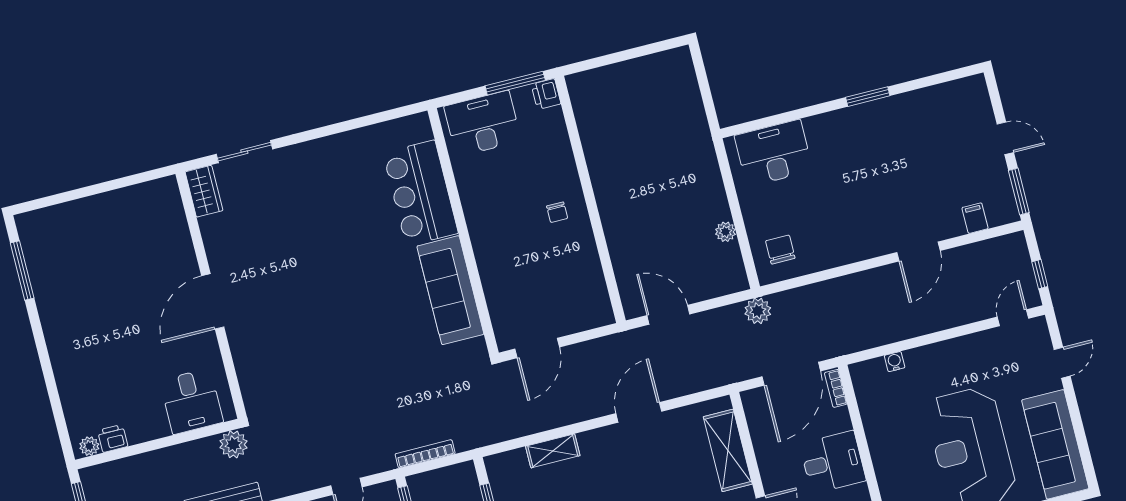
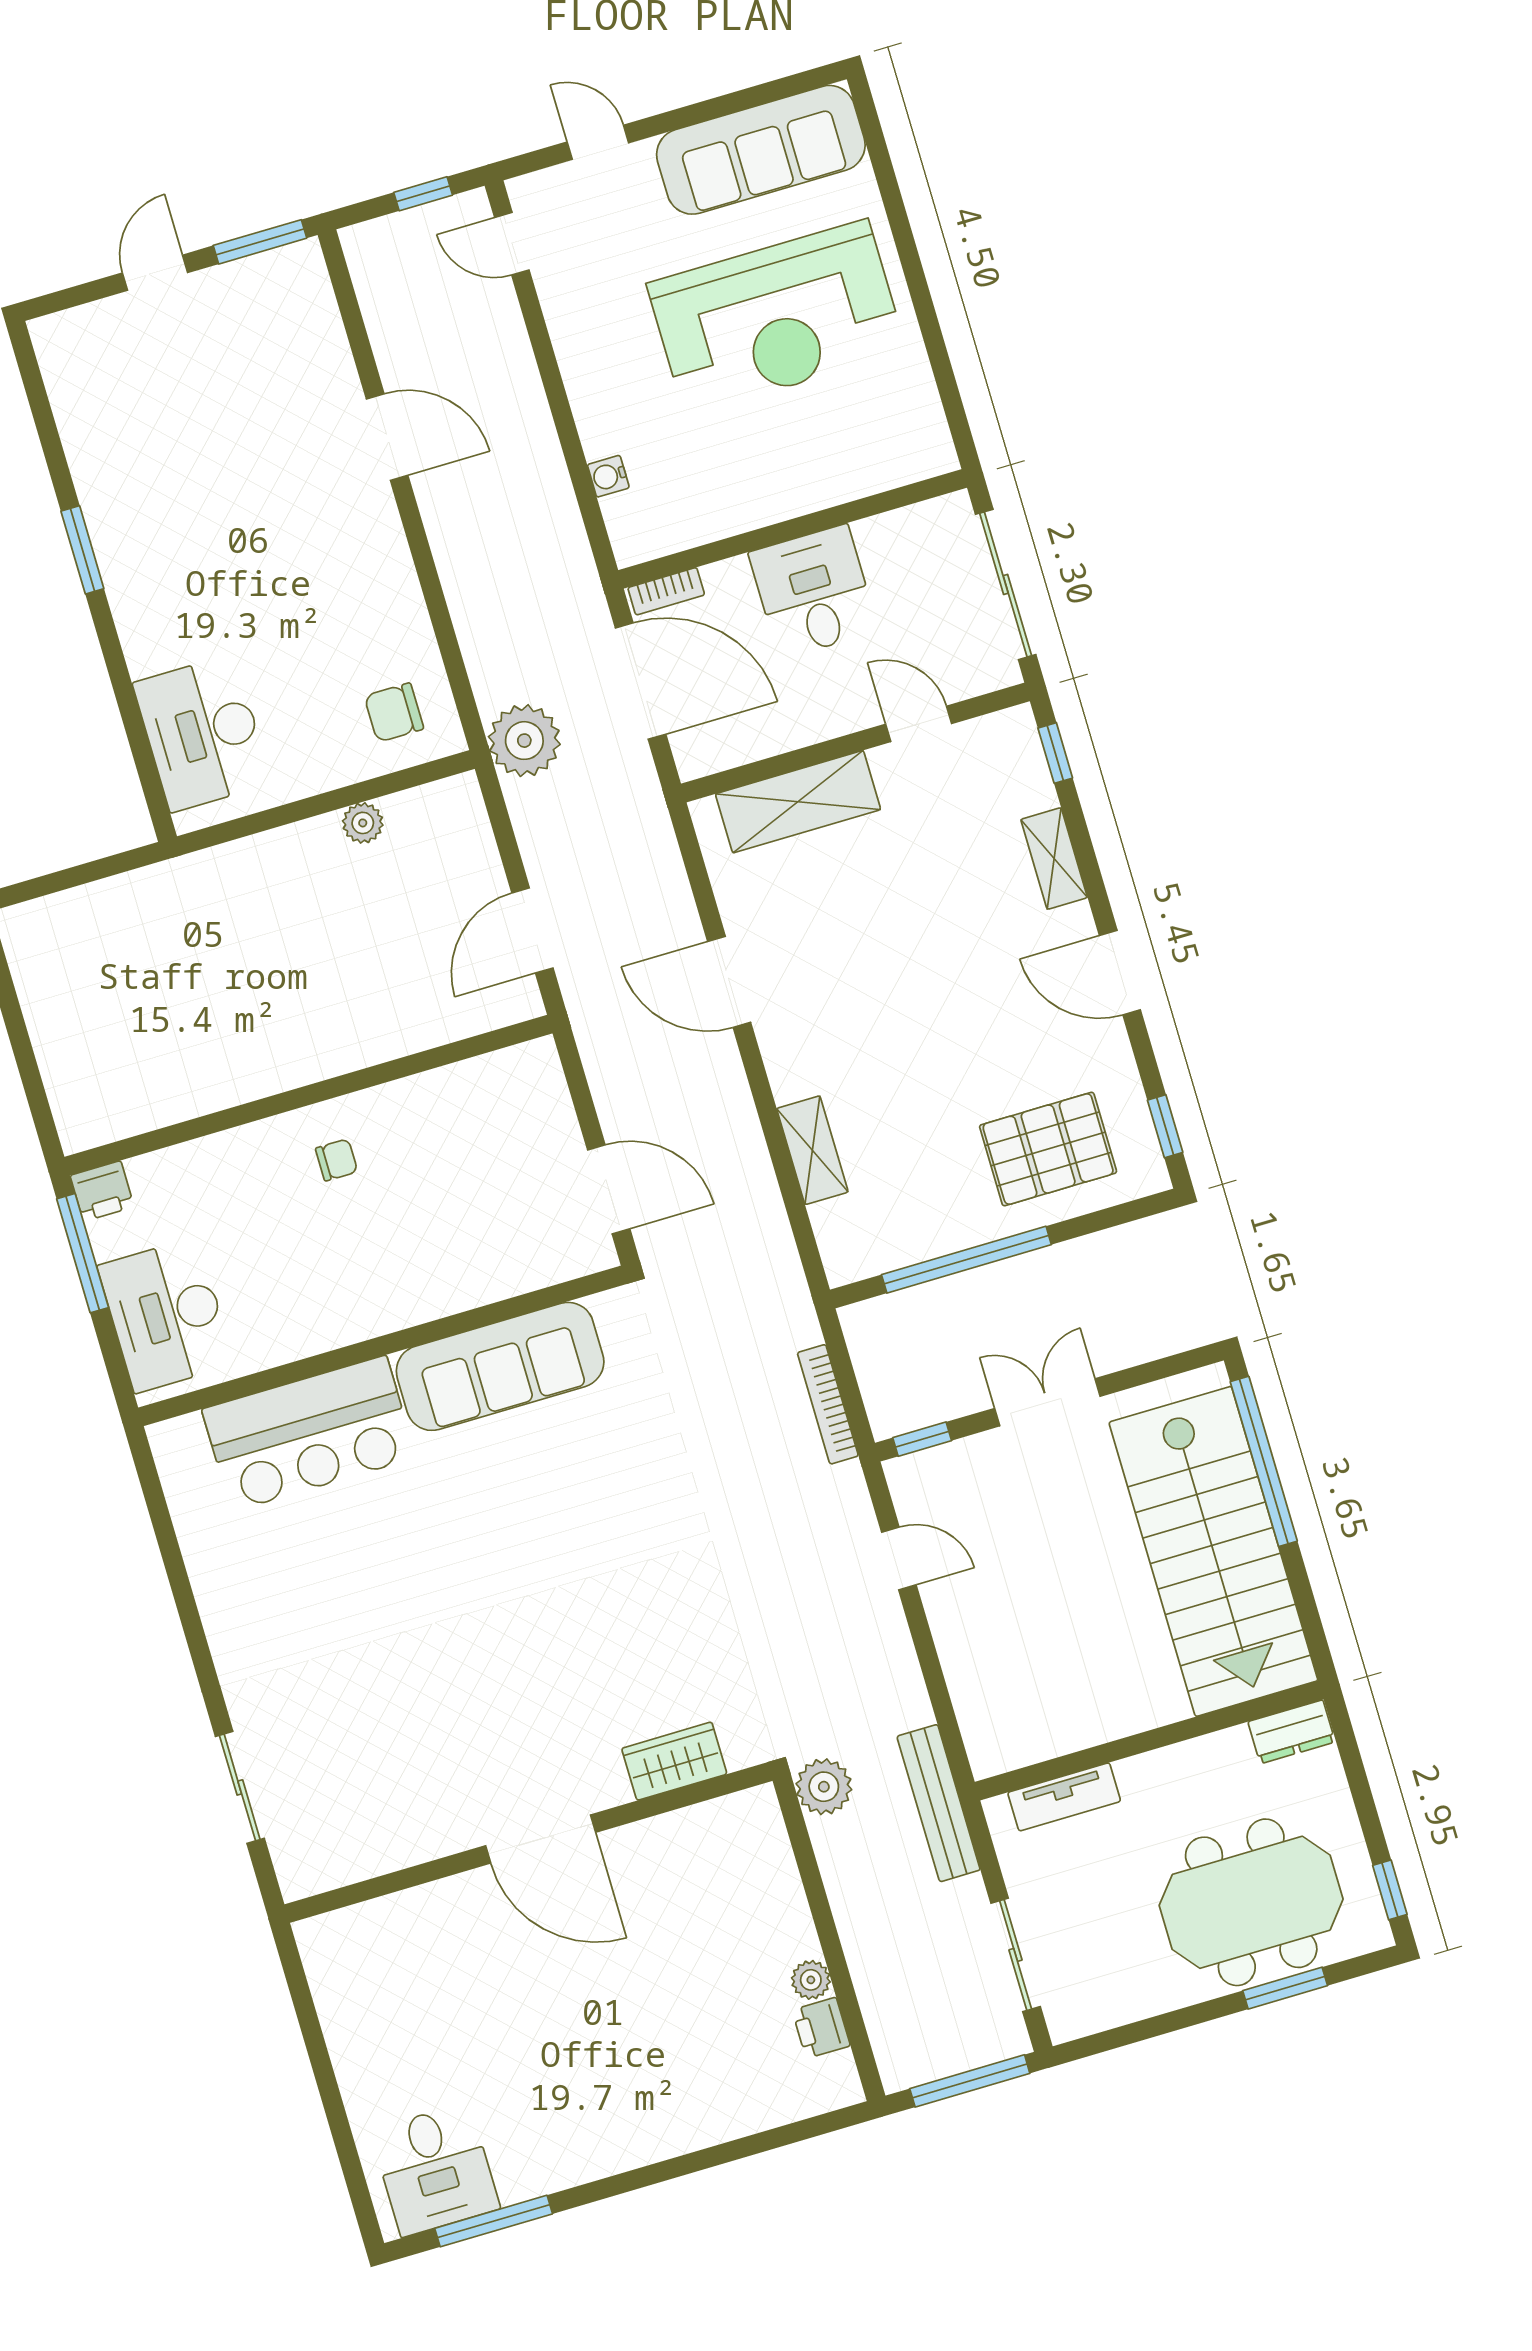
wardrobe: (204, 191) -> (674, 1761), moved
filing cabinet: (975, 218) -> (316, 327), removed
plant: (758, 311) -> (524, 741), width x1.36, depth x1.36
desk: (191, 401) -> (435, 2169), moved, turned 90
plant: (89, 446) -> (811, 1980), moved

